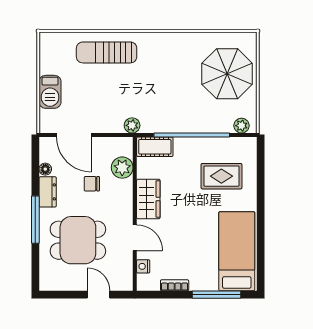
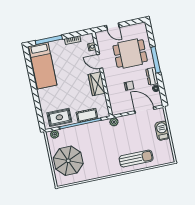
cot: (155, 147) -> (87, 115), moved
plant: (122, 168) -> (114, 98), removed
rug: (221, 176) -> (59, 117), moved

